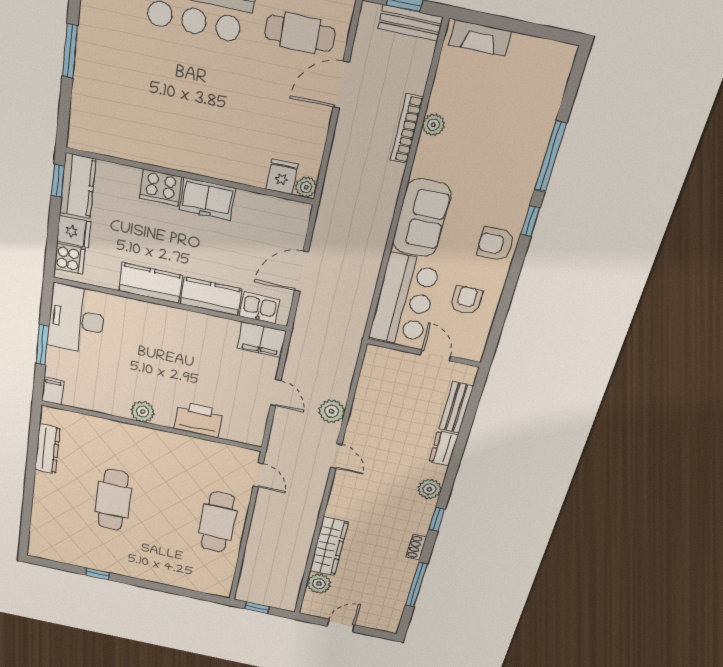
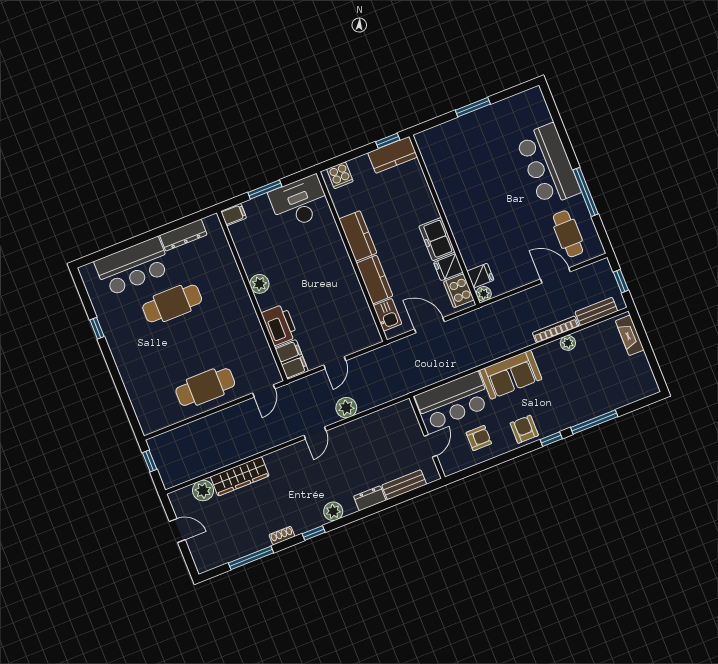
bench: (410, 23) -> (596, 311), moved, turned 90
cooker: (161, 188) -> (459, 291), moved
fridge: (74, 232) -> (448, 267), moved, turned 90
filing cabinet: (262, 340) -> (292, 359), moved, turned 180
bar counter: (54, 510) -> (133, 267), added

